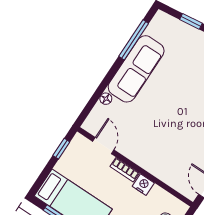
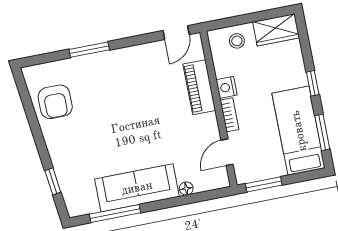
window: (61, 149) -> (264, 184), width x1.50
piano: (160, 168) -> (199, 87), added

